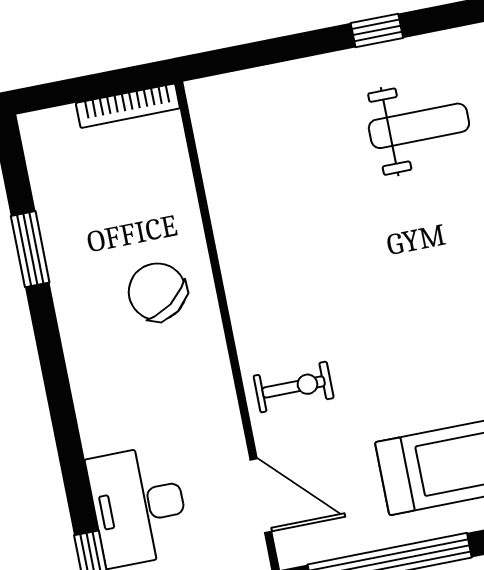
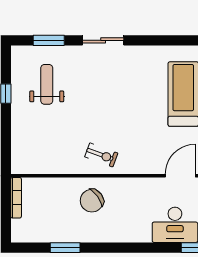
exercise bike: (294, 387) -> (101, 155), moved, turned 110

